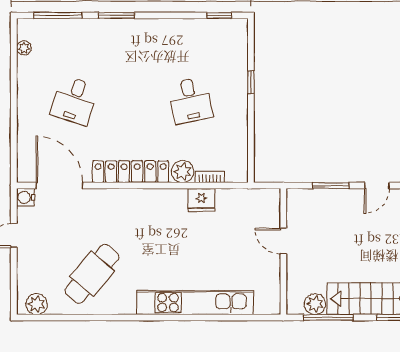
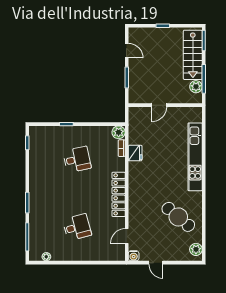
desk: (74, 101) -> (77, 227), turned -33
plant: (183, 172) -> (119, 132), moved
door: (59, 186) -> (127, 236), width x0.53

